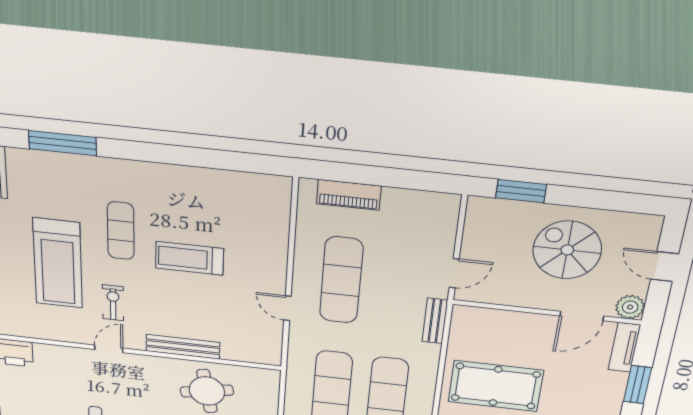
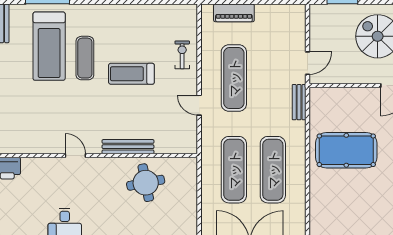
treadmill: (58, 263) -> (49, 46), moved
exercise bike: (113, 303) -> (182, 55), moved
door: (109, 349) -> (75, 156), hinge flipped

